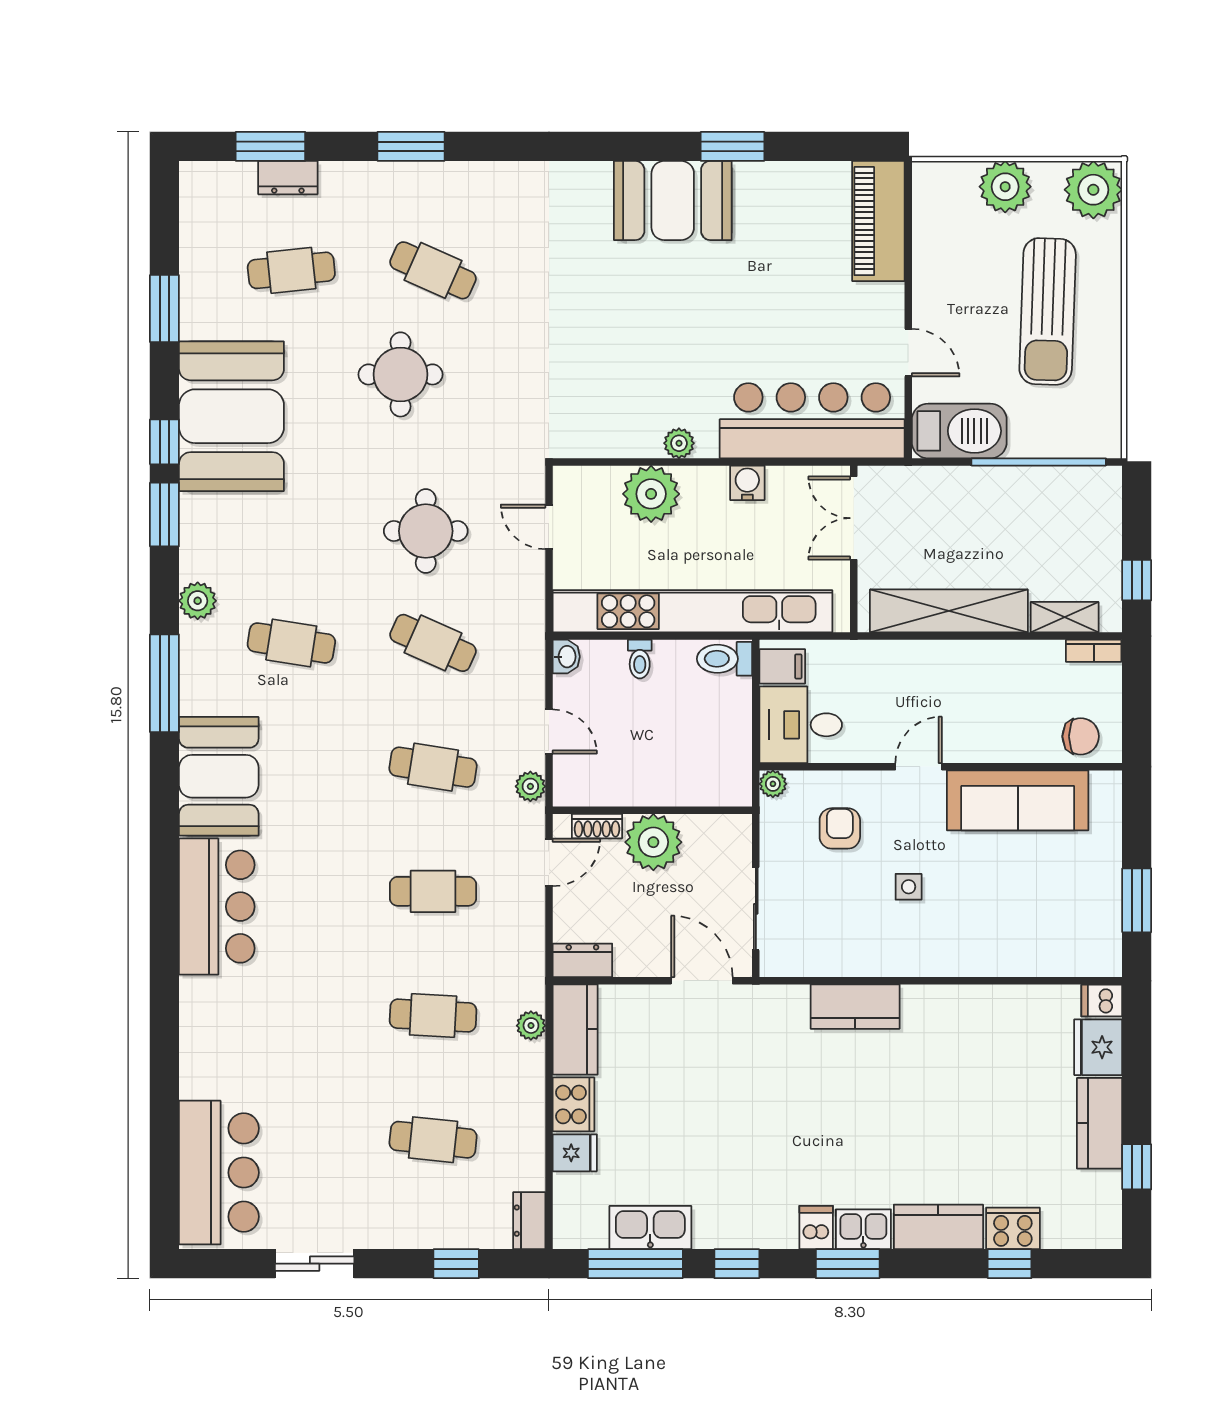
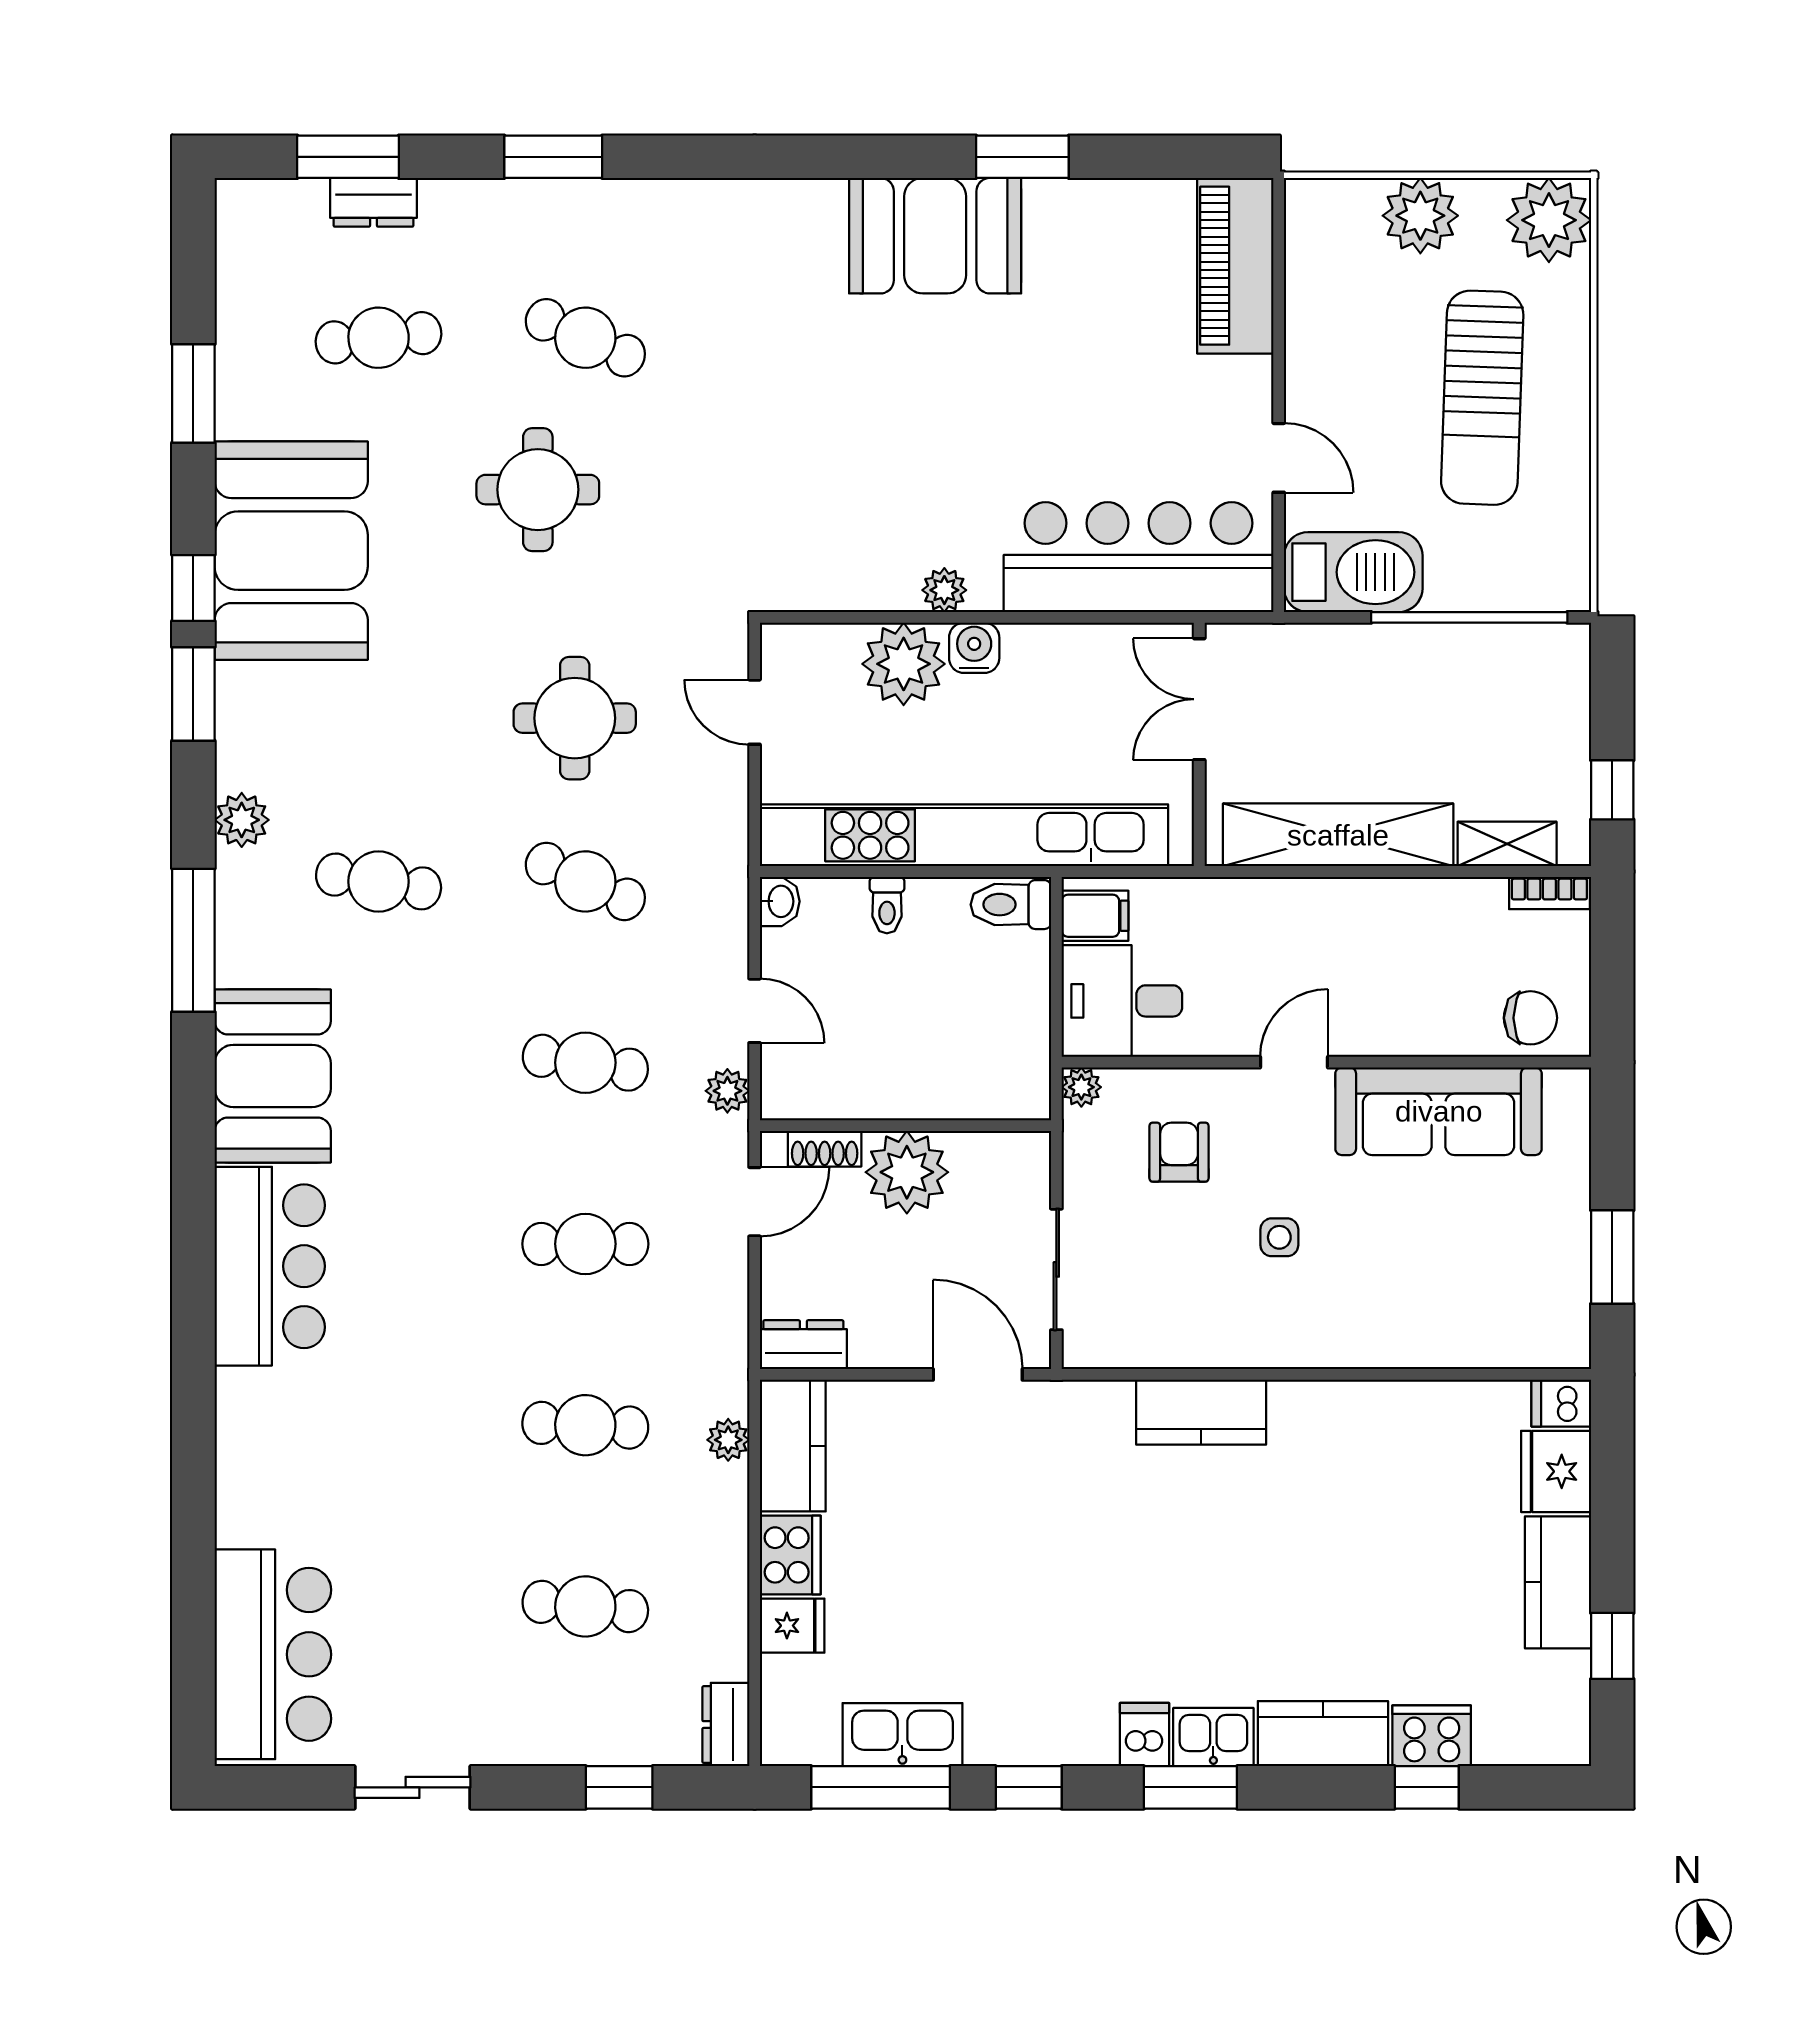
water cooler: (747, 483) -> (974, 648), moved

